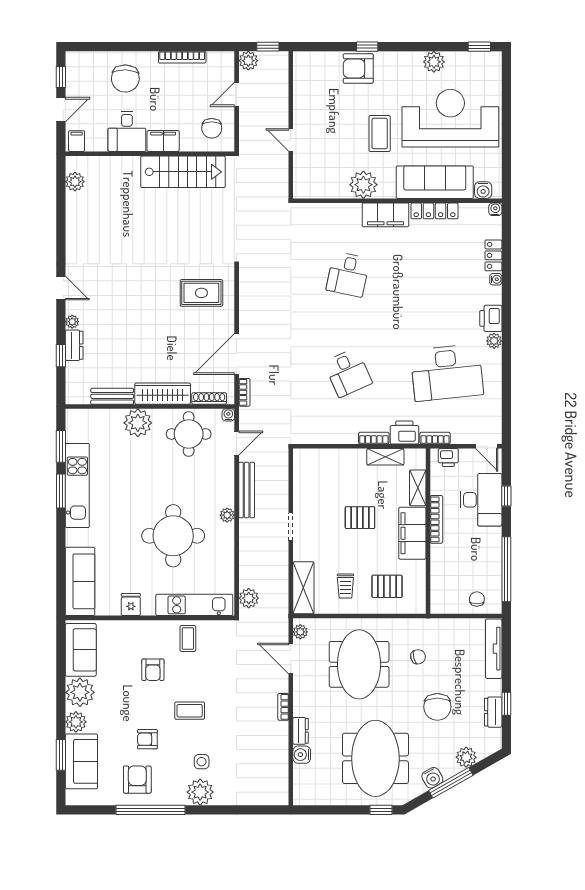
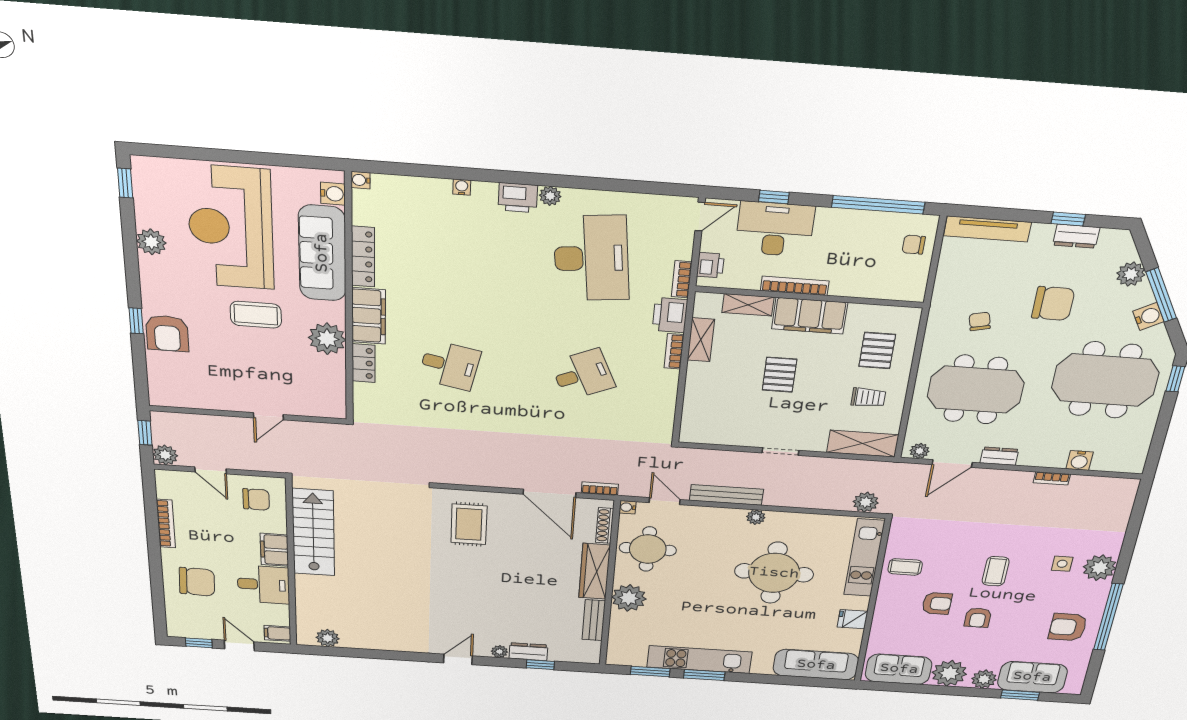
locker: (493, 255) -> (364, 363), moved, turned -90
bookcase: (283, 707) -> (1052, 478), moved
dresser: (301, 731) -> (999, 456), moved
armchair: (147, 739) -> (978, 618), moved

